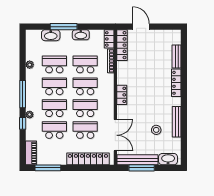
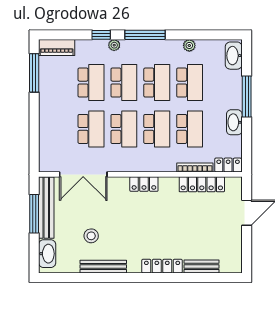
washbasin: (51, 35) -> (234, 56), moved
locker: (122, 45) -> (202, 184), moved
locker: (88, 159) -> (48, 133), removed

